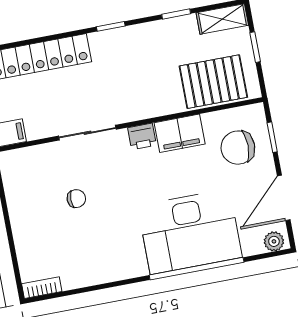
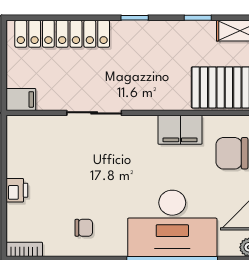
printer: (142, 136) -> (17, 190), moved, turned -90
chair: (76, 199) -> (84, 228), moved

